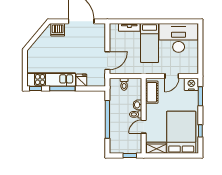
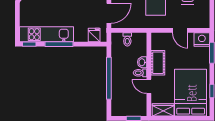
door: (172, 76) -> (180, 30), hinge flipped
fridge: (81, 80) -> (94, 35), moved
cot: (152, 92) -> (158, 63), moved
door: (144, 127) -> (149, 86), hinge flipped

